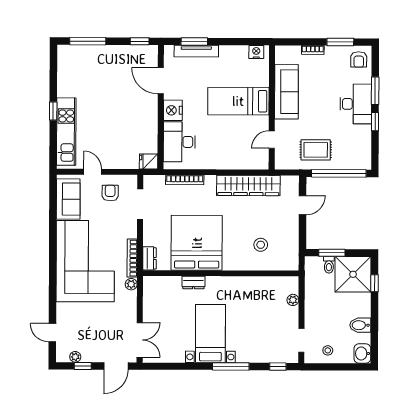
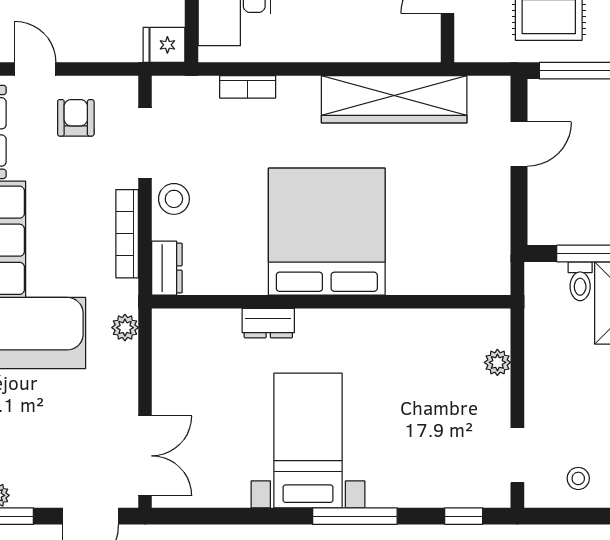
bookcase: (185, 180) -> (248, 87), width x0.64
bed: (197, 243) -> (327, 232), moved
stool: (261, 245) -> (174, 199), moved
bookcase: (132, 258) -> (127, 234), moved

